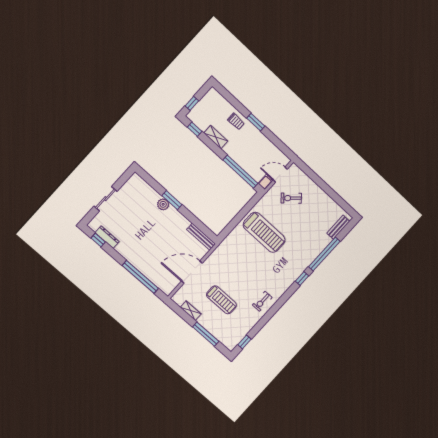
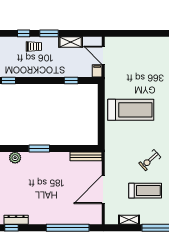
window: (237, 105) -> (24, 33), added
shelving: (216, 137) -> (71, 42), moved
window: (240, 172) -> (71, 81), width x0.32
door: (280, 175) -> (103, 55), hinge flipped
exercise bike: (291, 198) -> (150, 160), moved
plant: (163, 204) -> (15, 158), moved

